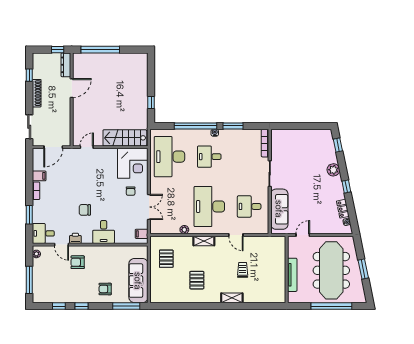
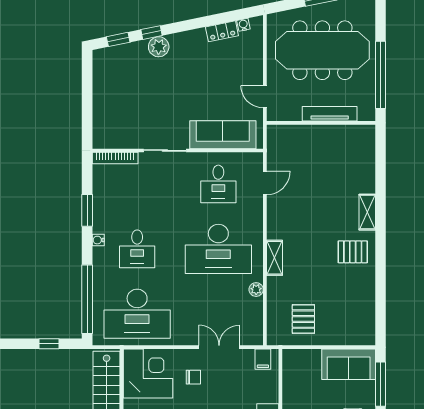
window: (196, 126) -> (87, 299), moved
window: (346, 187) -> (151, 33), moved
door: (236, 235) -> (265, 183), moved
pallet: (166, 259) -> (303, 319), turned 90
trolley: (243, 270) -> (322, 195), removed
pallet: (197, 280) -> (353, 252), moved
sofa: (138, 281) -> (349, 364), width x0.73
window: (331, 306) -> (380, 75), moved

